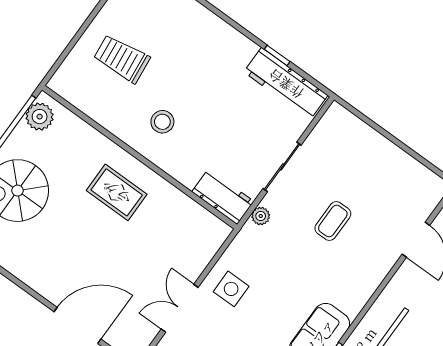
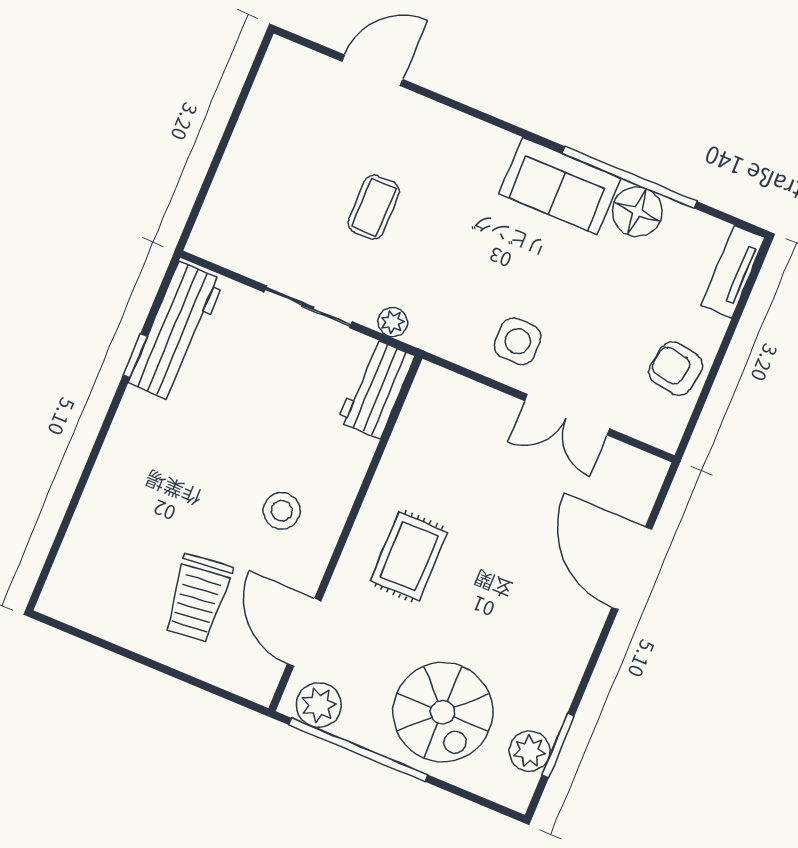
door: (86, 118) -> (304, 632), added
coffee table: (333, 221) -> (374, 207), turned 90

